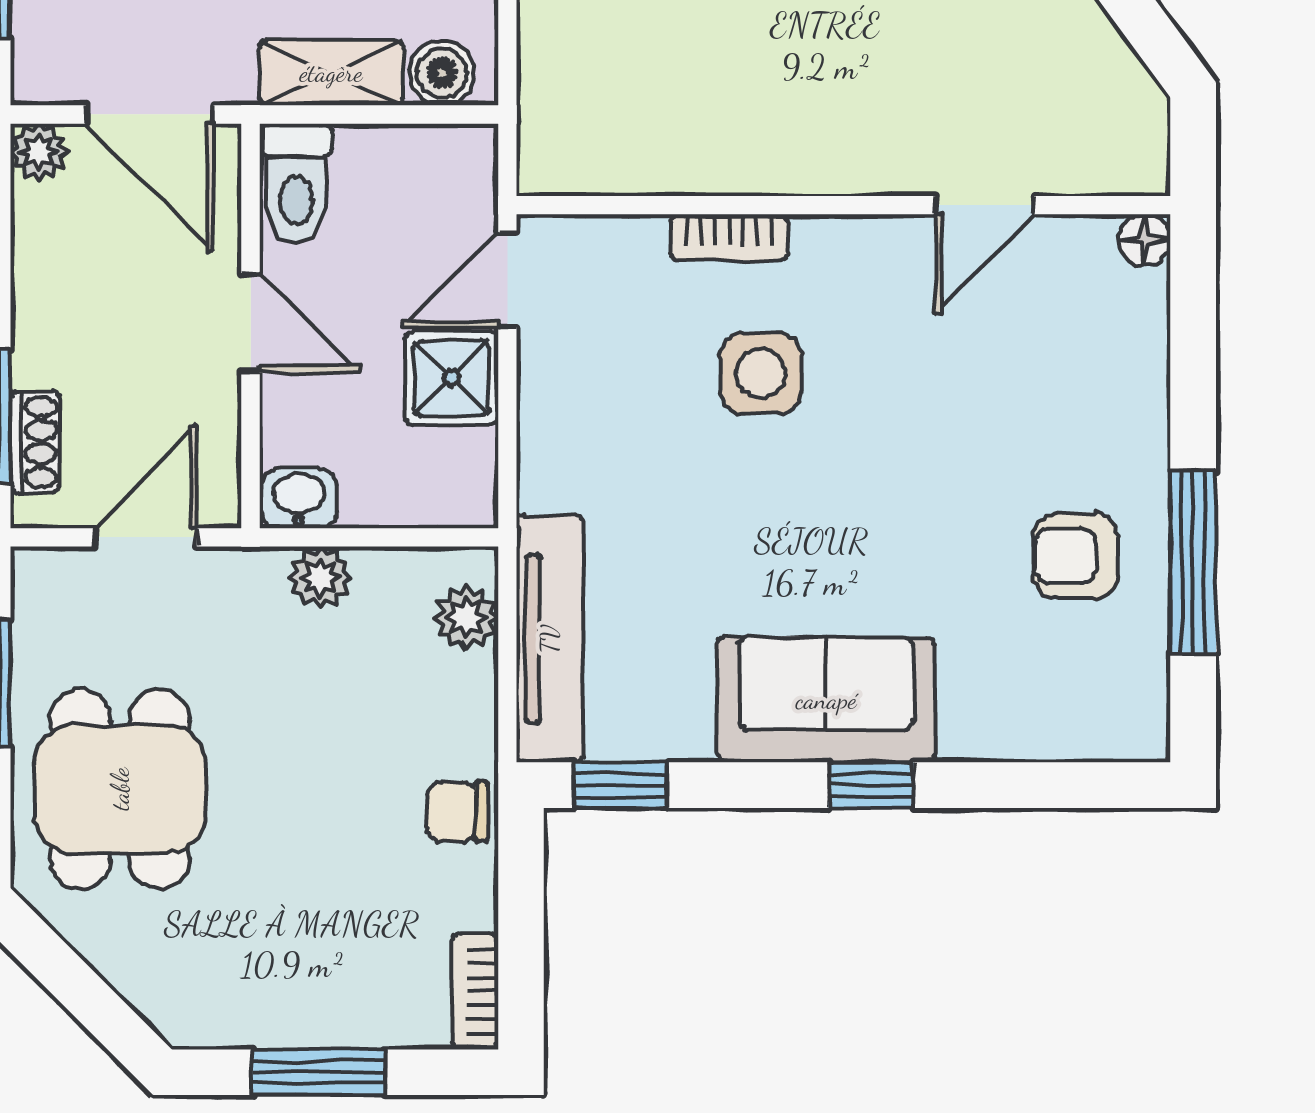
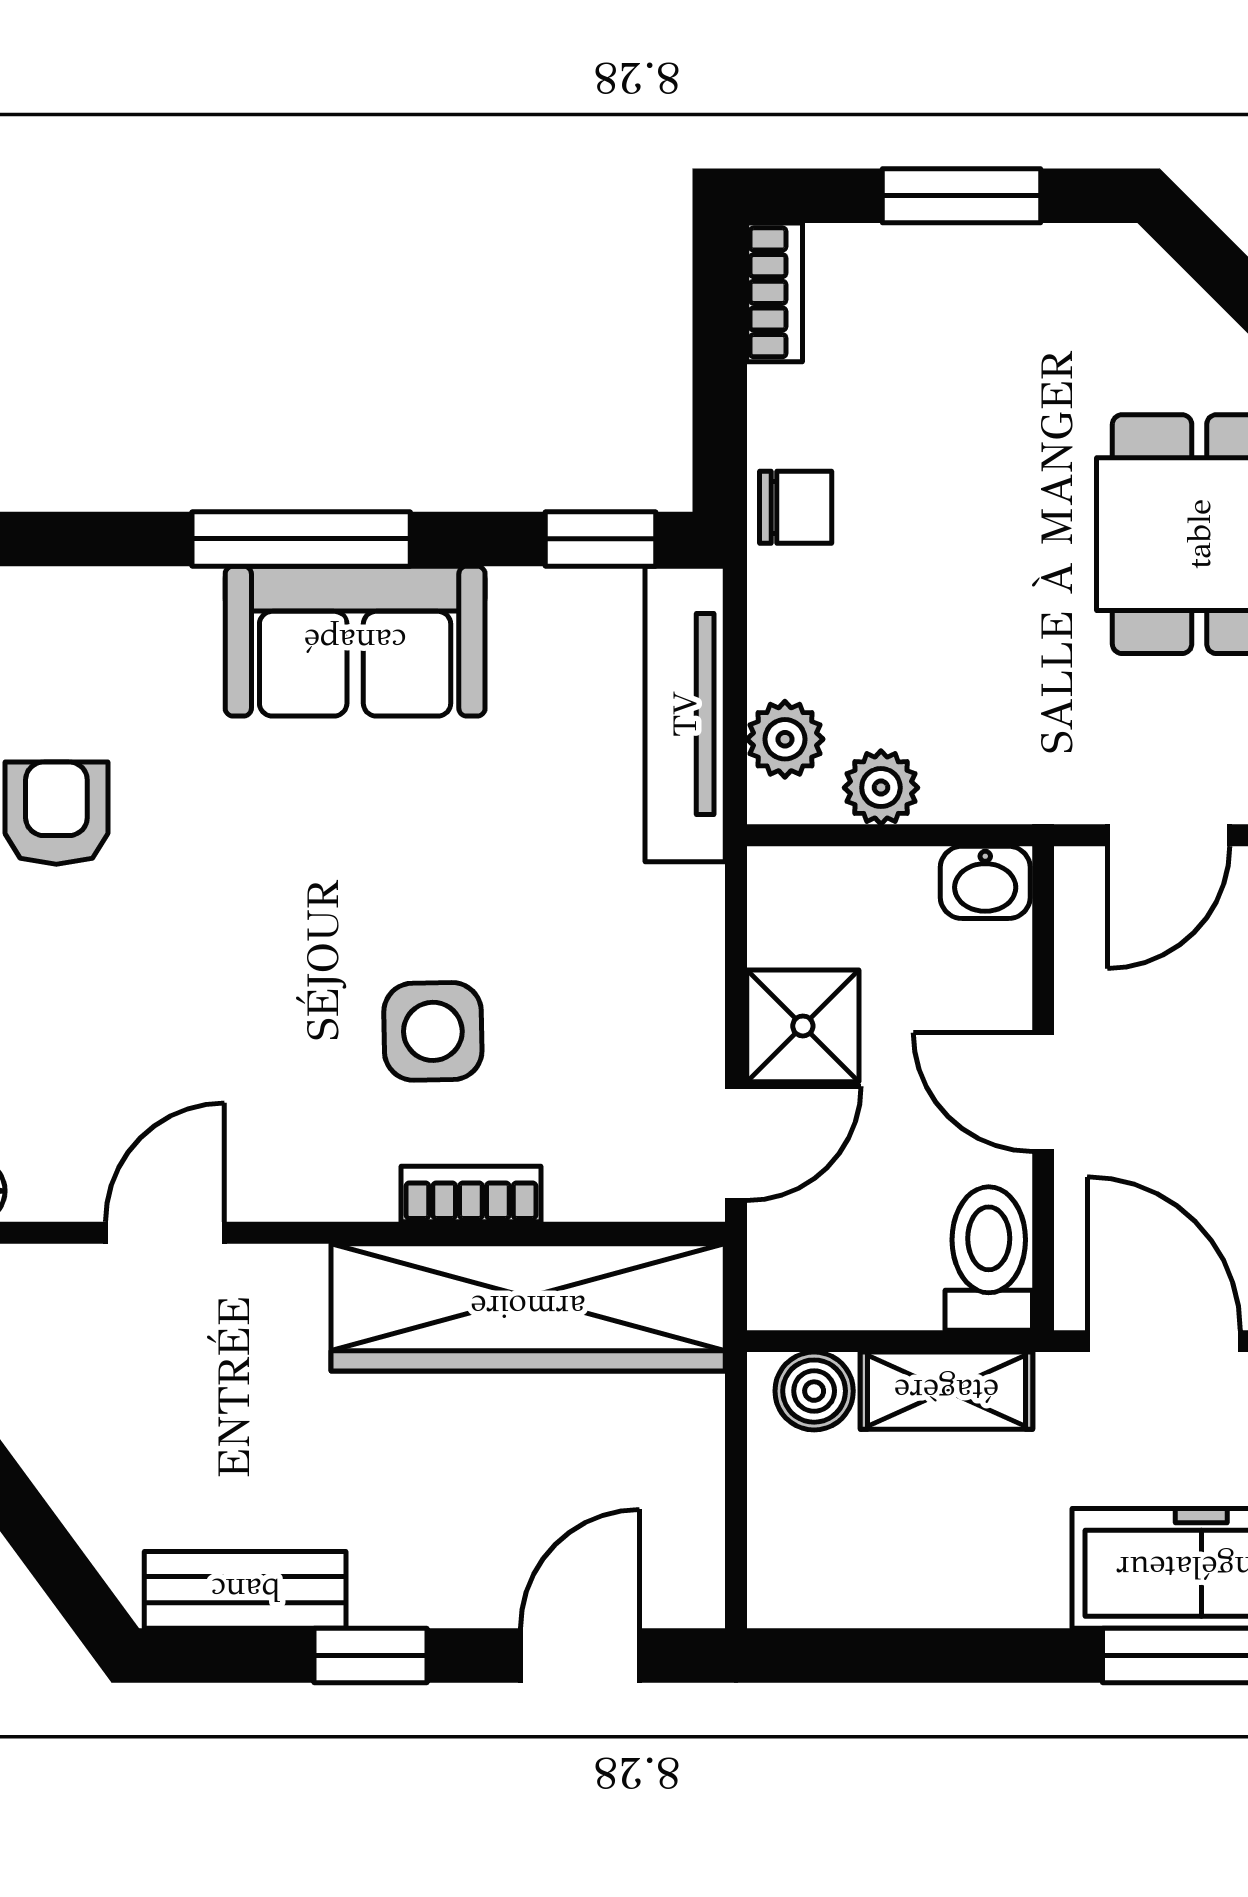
wardrobe: (681, 143) -> (528, 1307), added
armchair: (1076, 556) -> (56, 813), turned -90
plant: (320, 577) -> (881, 788), moved
window: (871, 785) -> (301, 539), width x2.17

